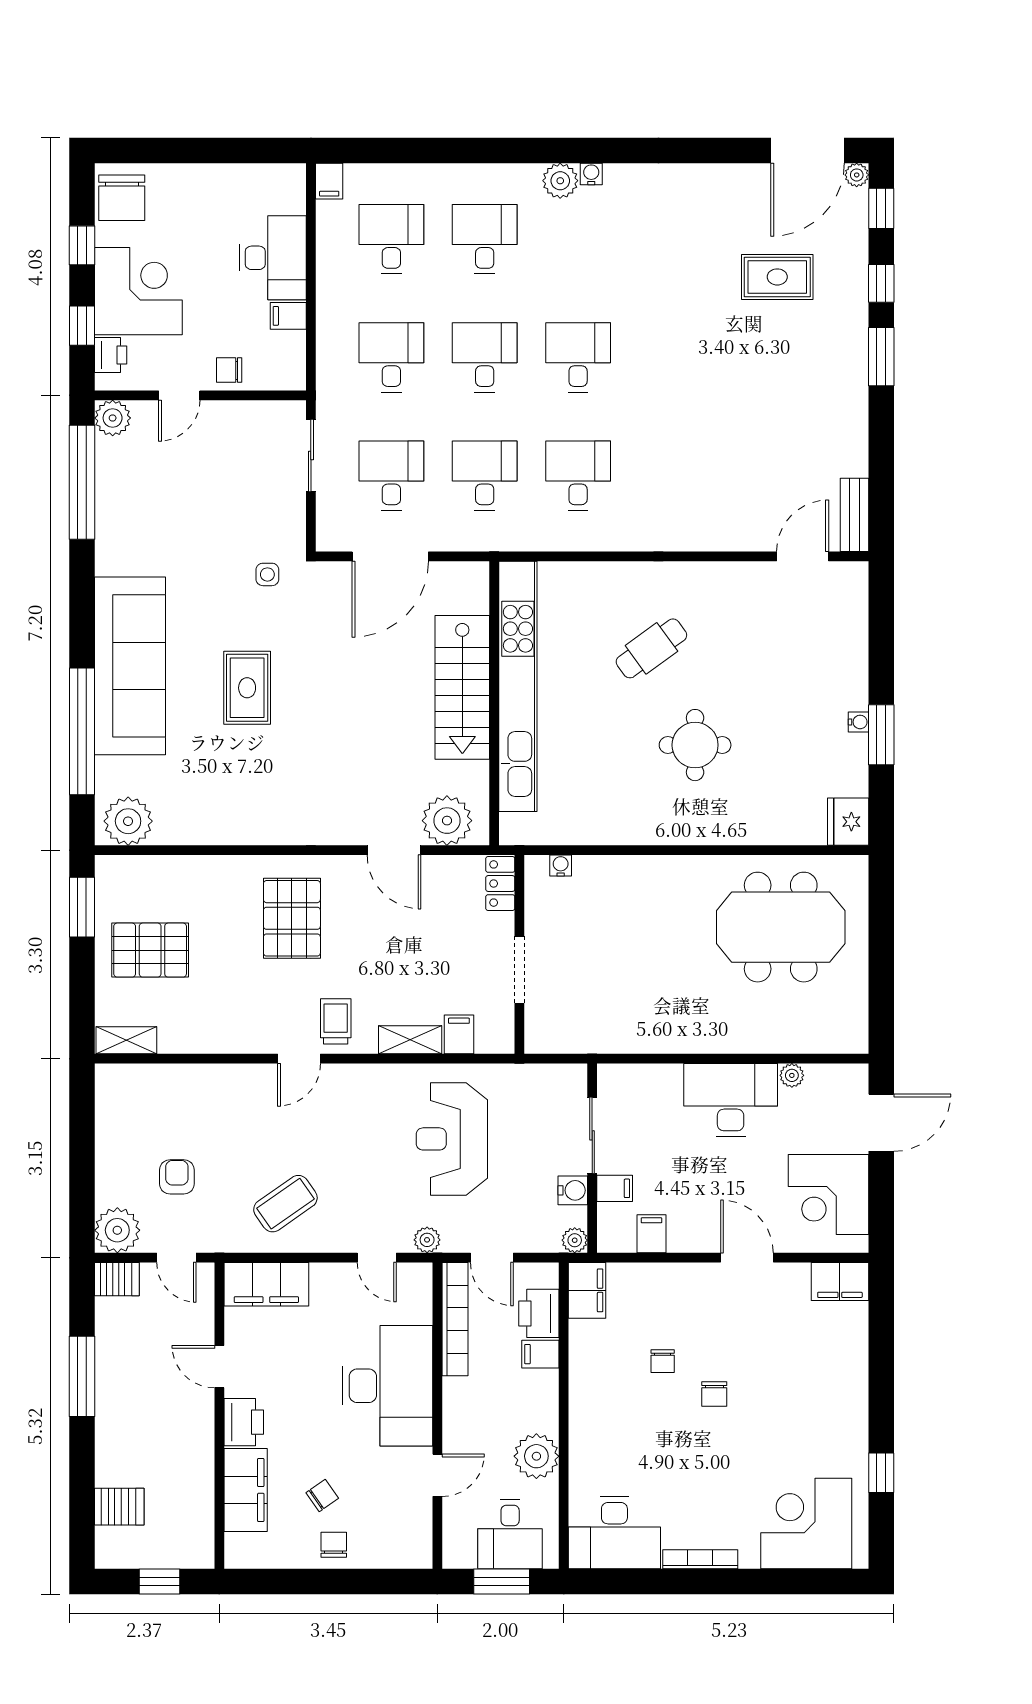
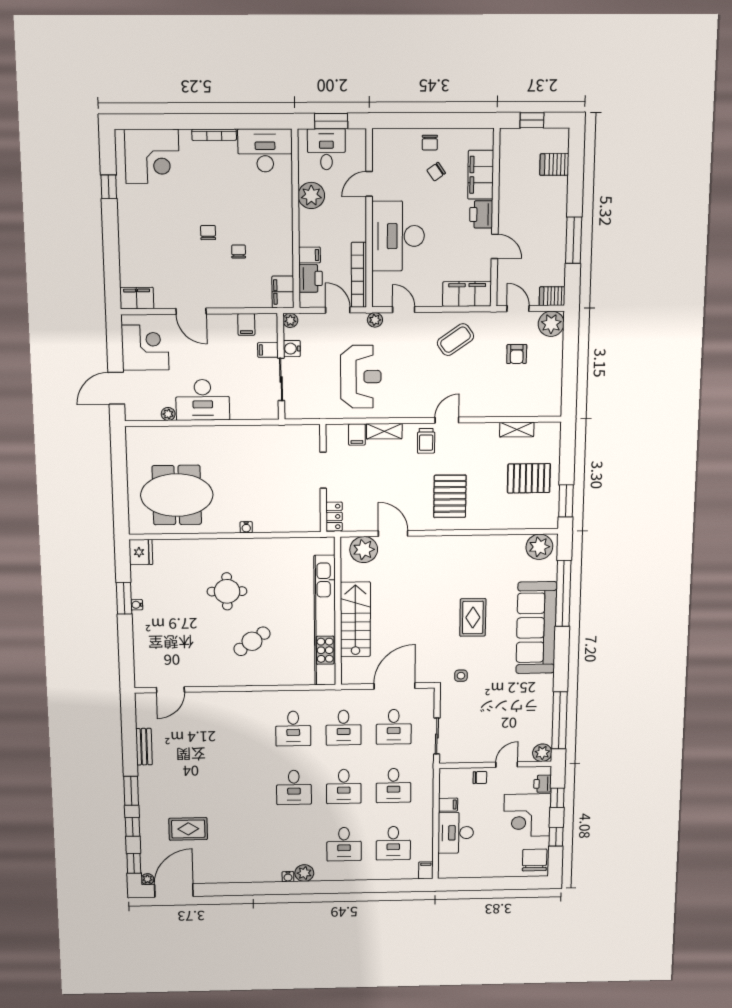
bench: (855, 515) -> (144, 747), moved
water cooler: (561, 866) -> (246, 527), moved
shelving: (126, 1040) -> (517, 429), moved

